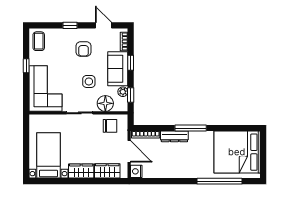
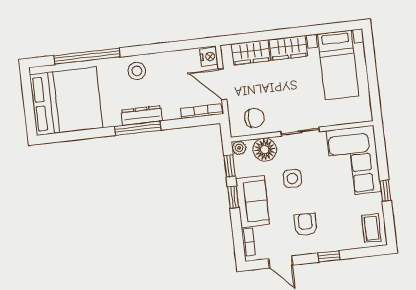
window: (131, 63) -> (233, 197), moved
plant: (123, 92) -> (239, 148), moved
chair: (110, 126) -> (254, 118), turned 180
dresser: (174, 136) -> (142, 116), moved
stool: (187, 167) -> (137, 71), added

